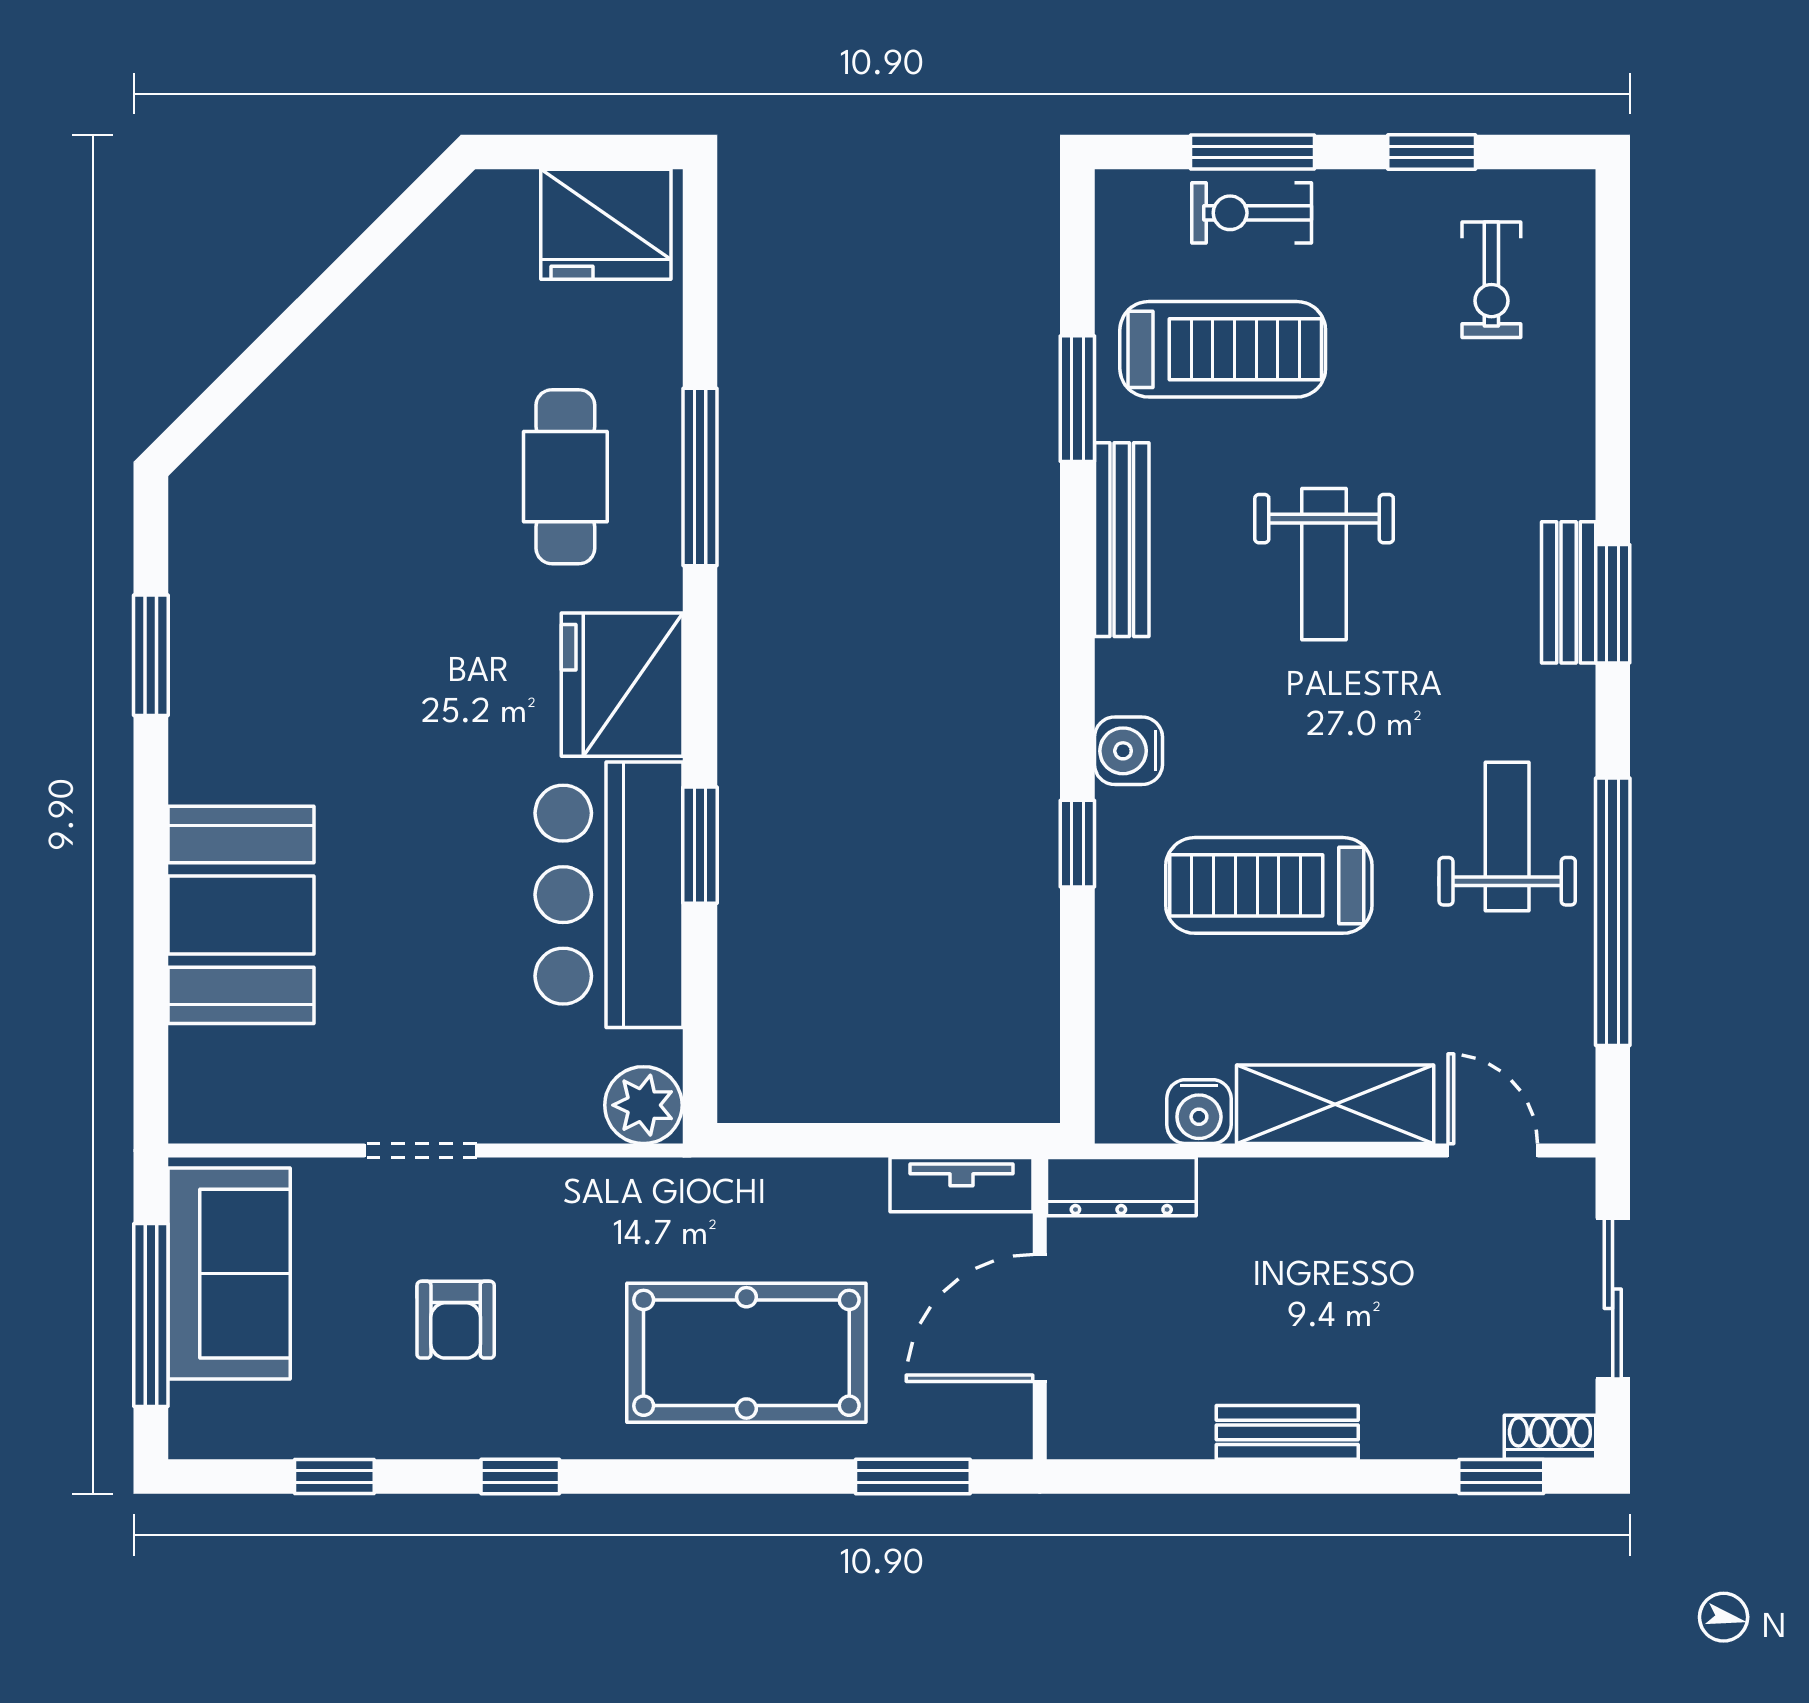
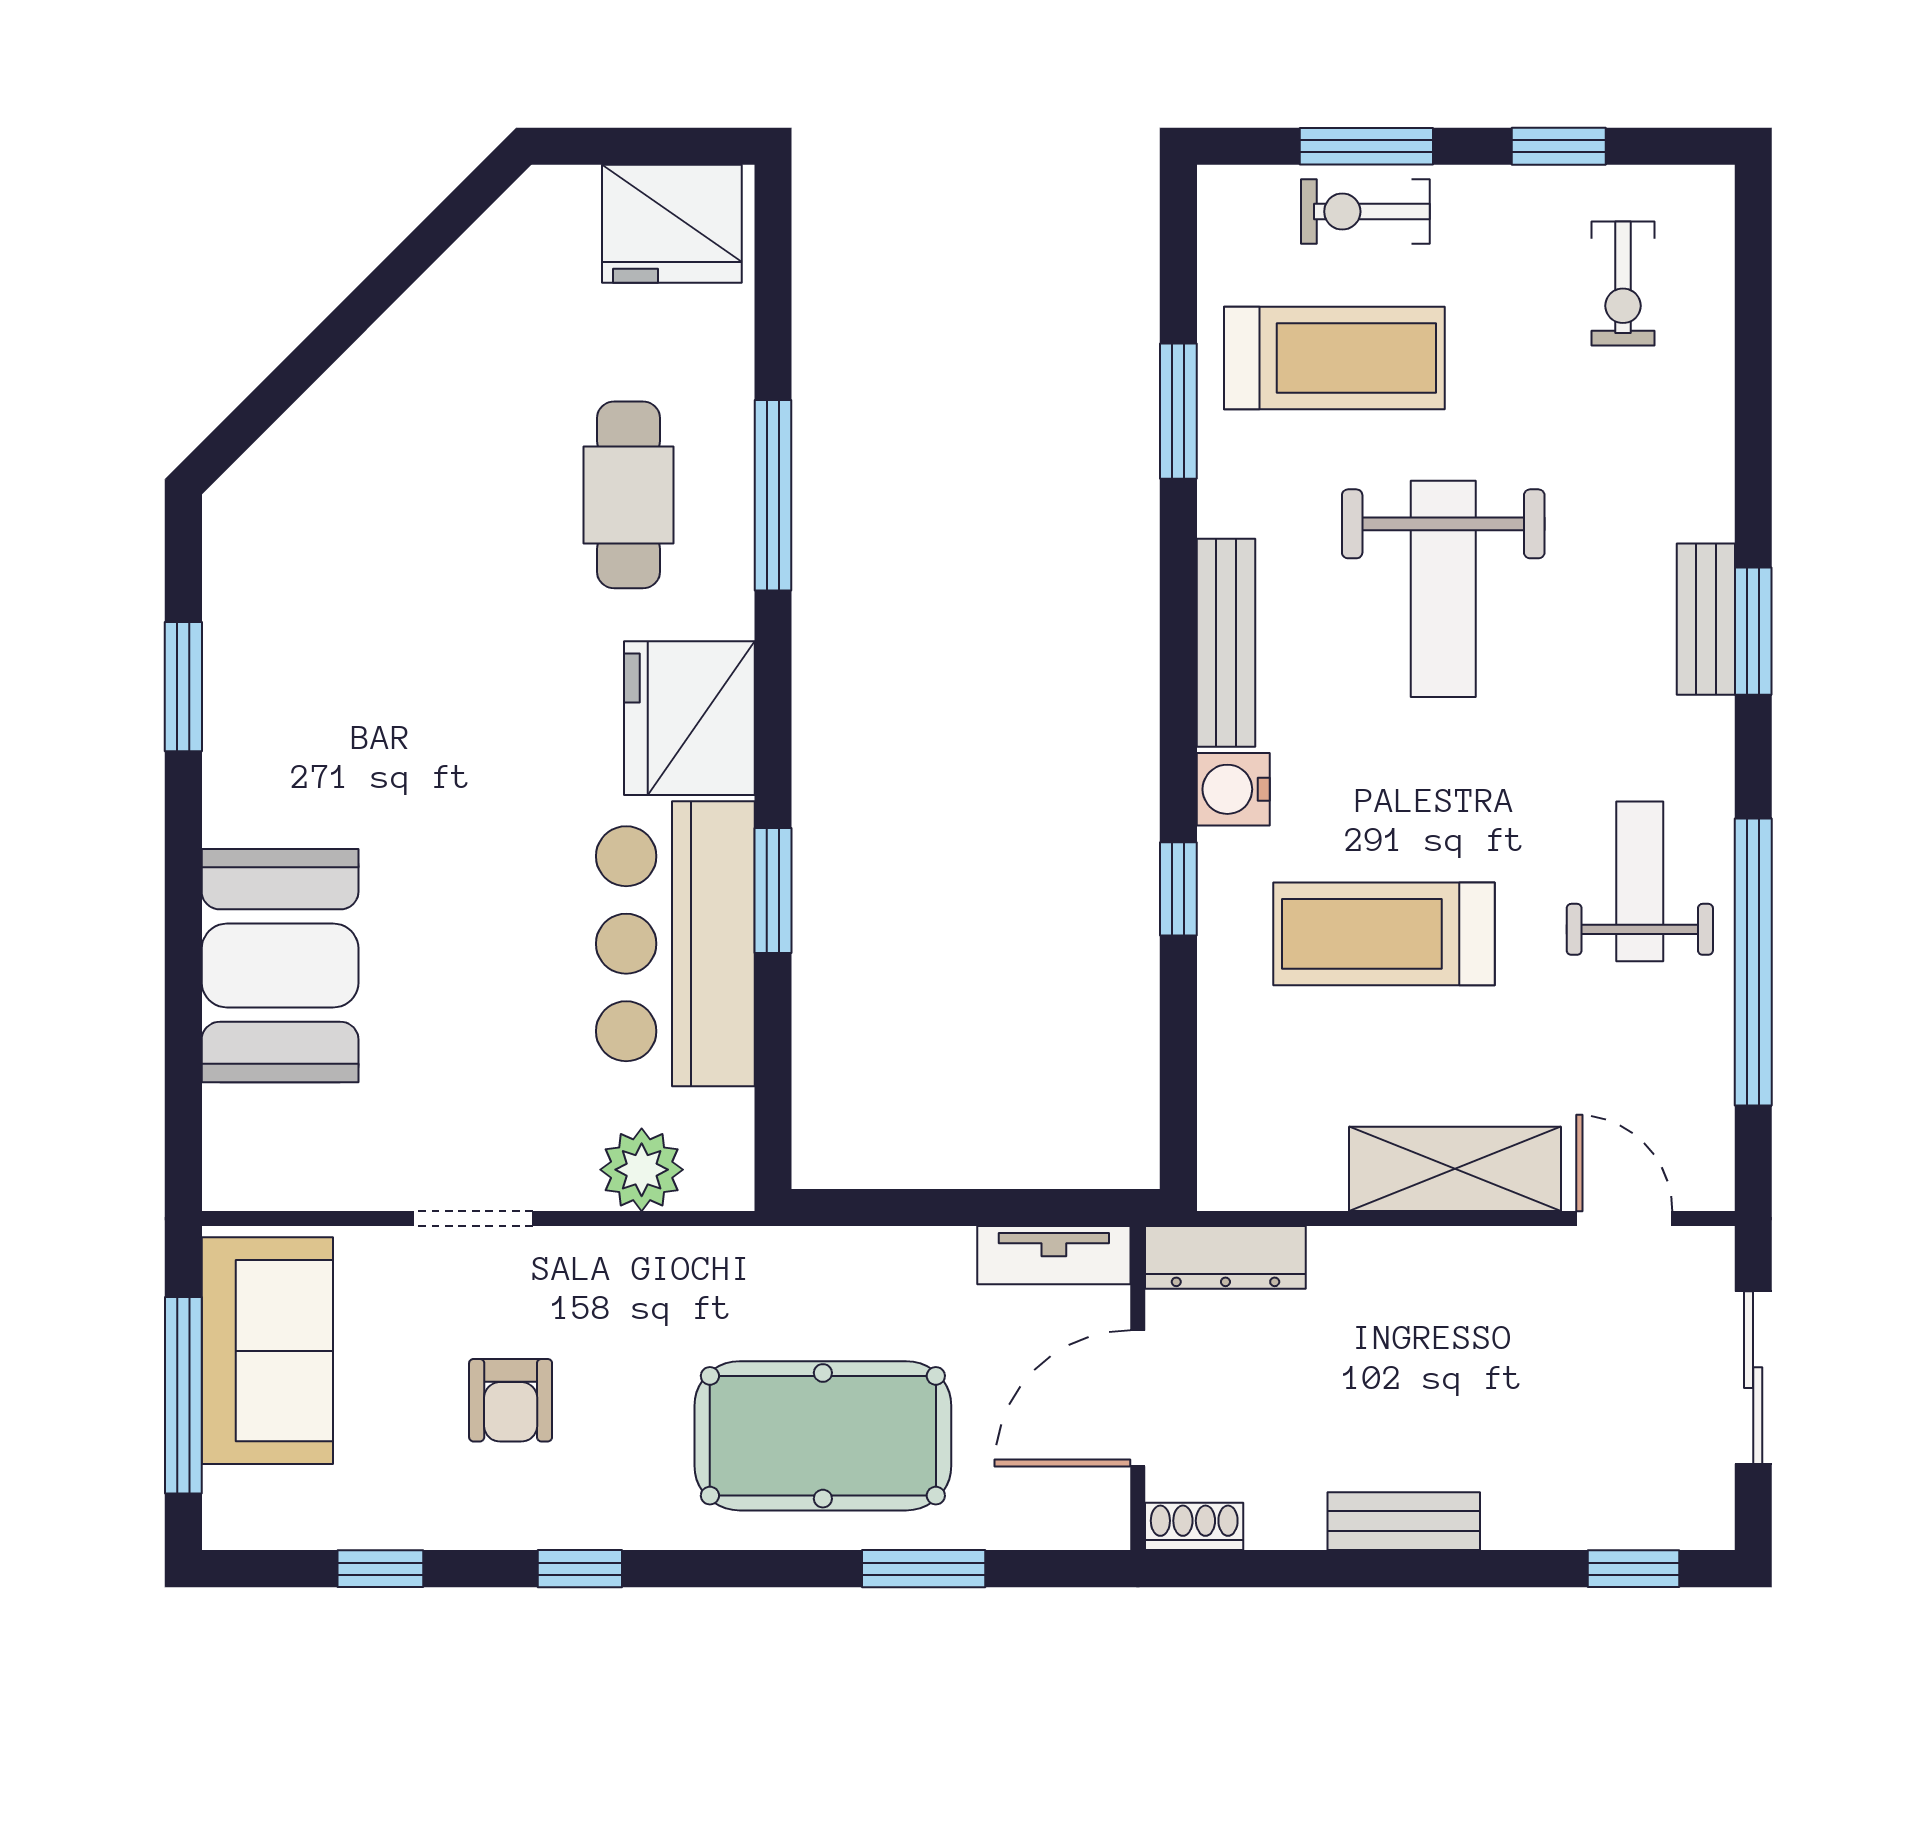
bench: (1122, 540) -> (1226, 643), moved
weight bench: (1324, 564) -> (1443, 589), width x1.36, depth x1.33
plant: (643, 1105) -> (642, 1170), moved
water cooler: (1199, 1112) -> (1309, 1177), removed
shoe rack: (1550, 1437) -> (1194, 1526), moved
window: (913, 1477) -> (924, 1569), moved

